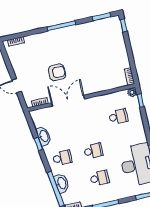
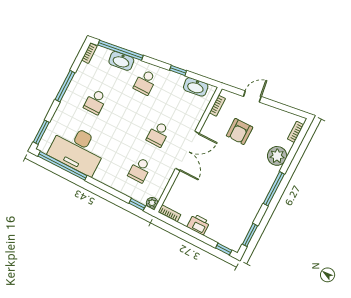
plant: (40, 40) -> (277, 156), added
printer: (121, 53) -> (198, 224), added
armchair: (57, 72) -> (240, 131), moved
double door: (68, 101) -> (187, 151), moved
washbasin: (44, 136) -> (196, 87), moved
school desk: (93, 151) -> (158, 134), moved

